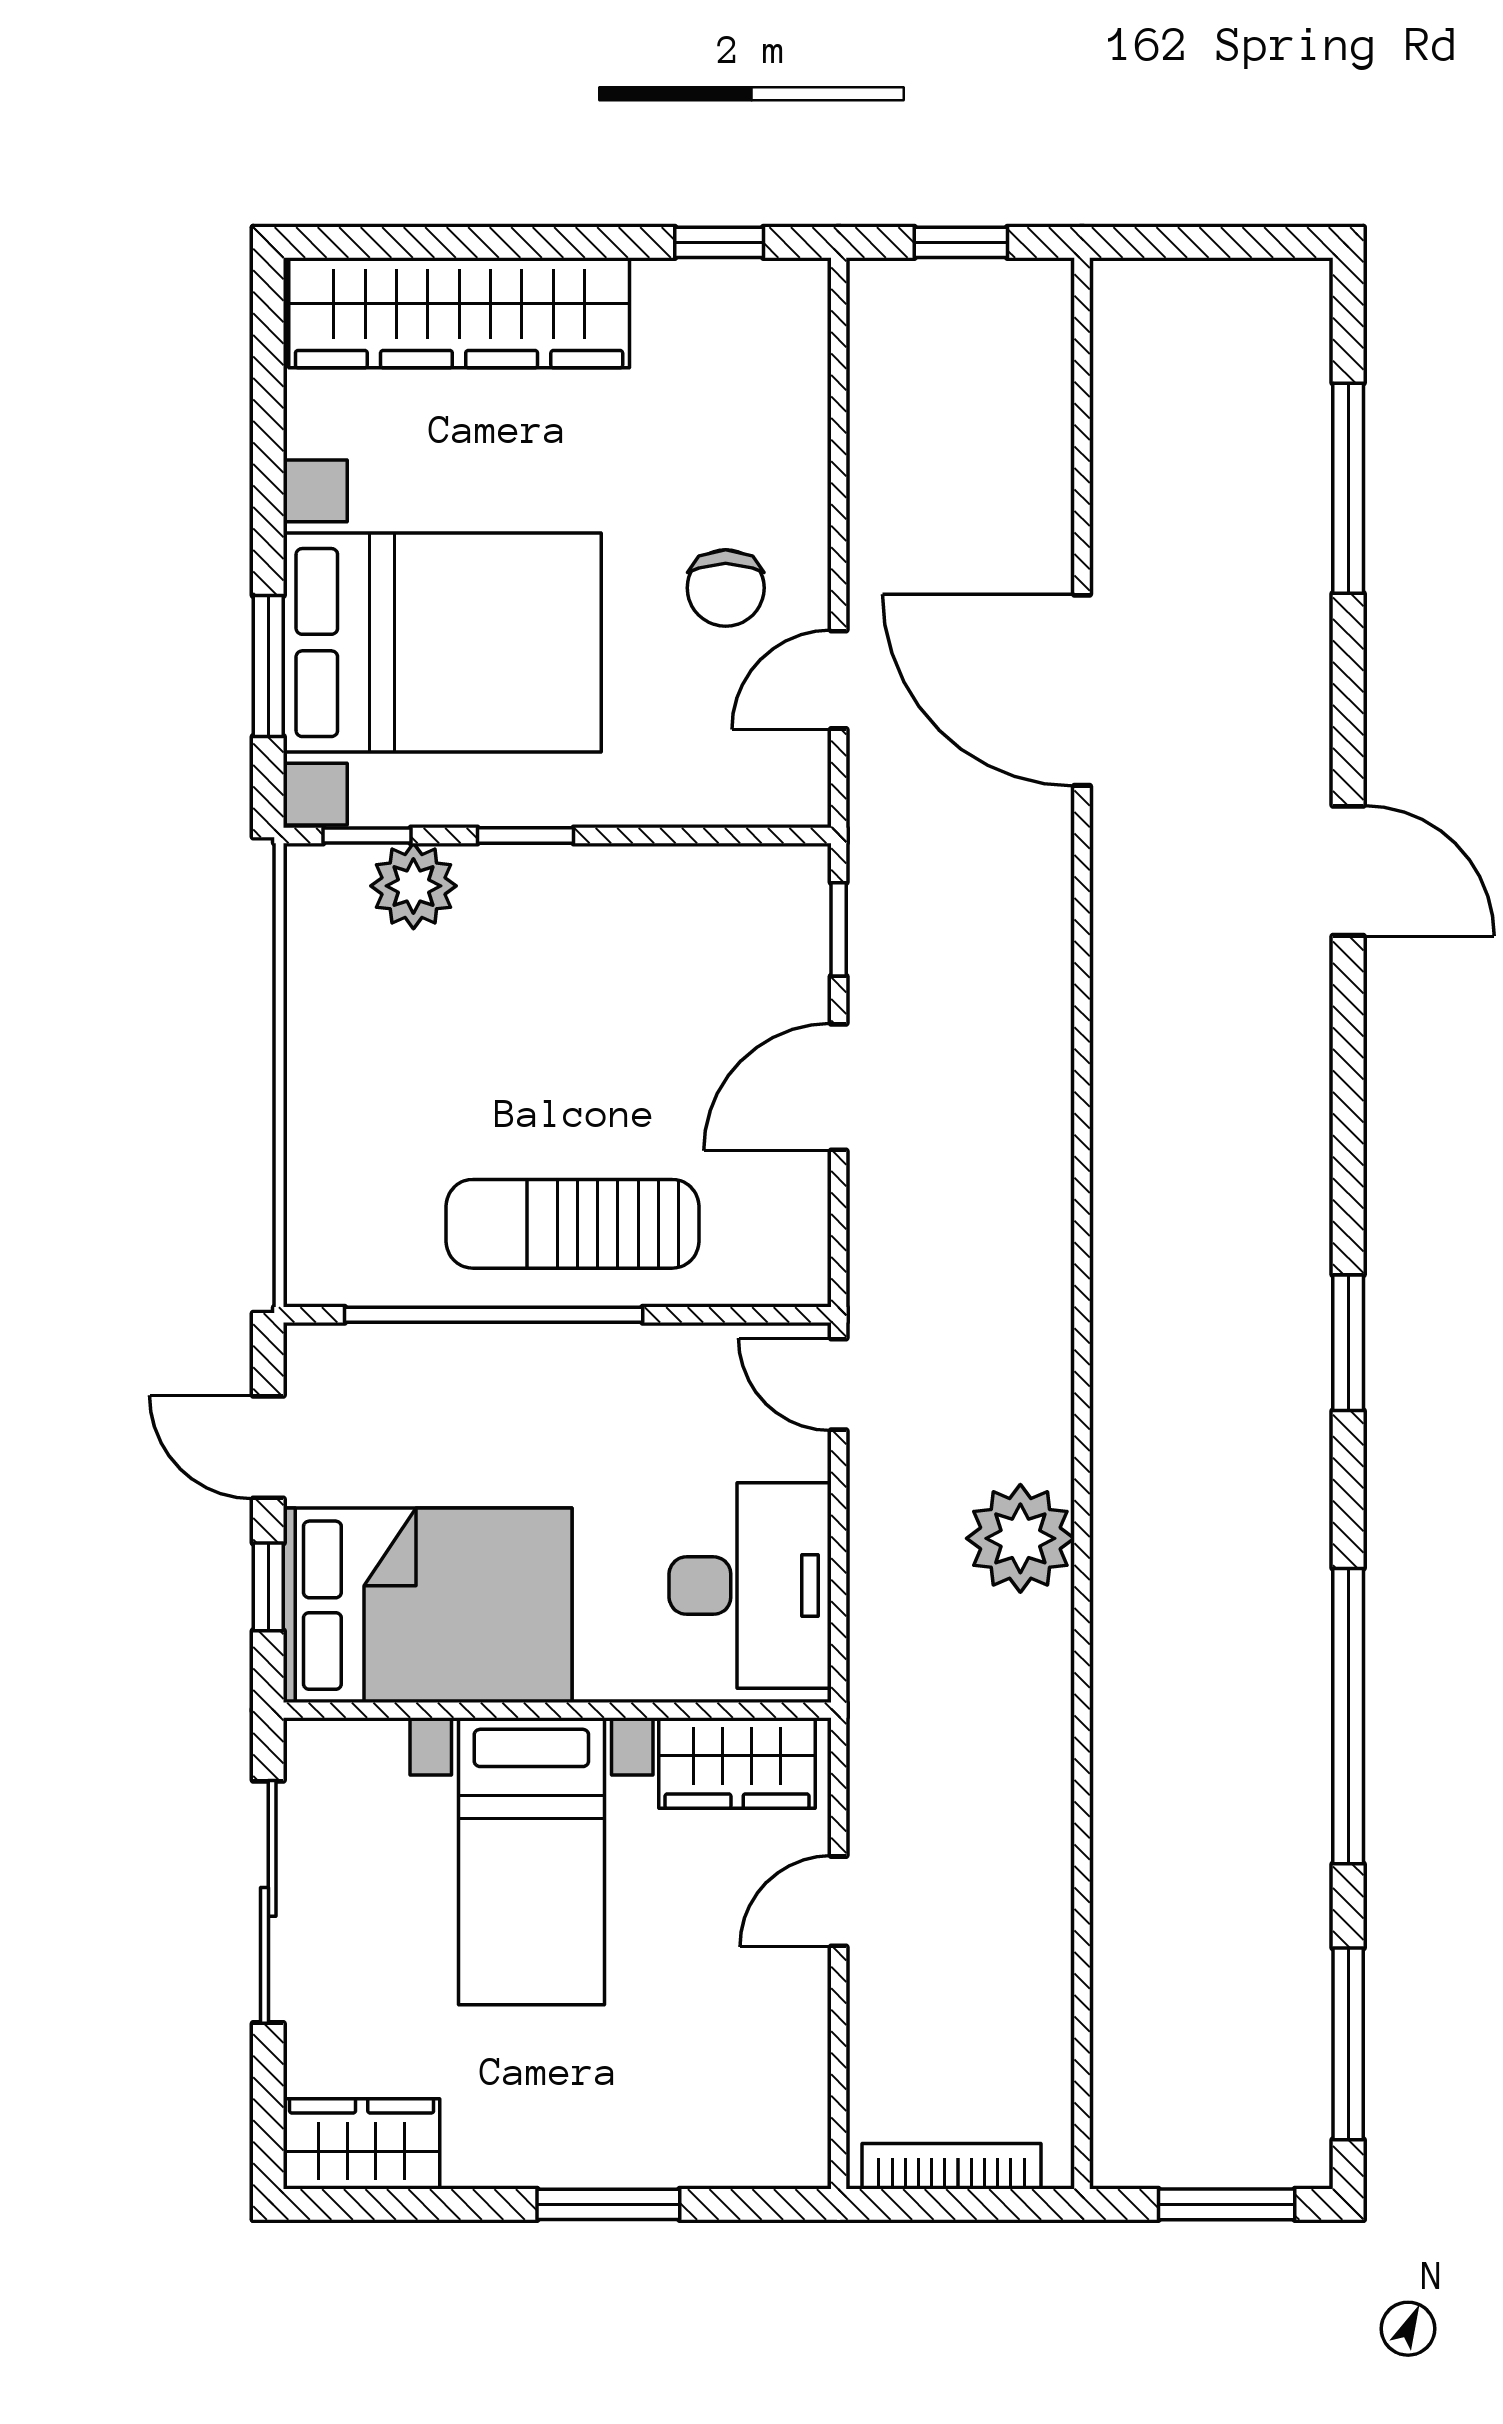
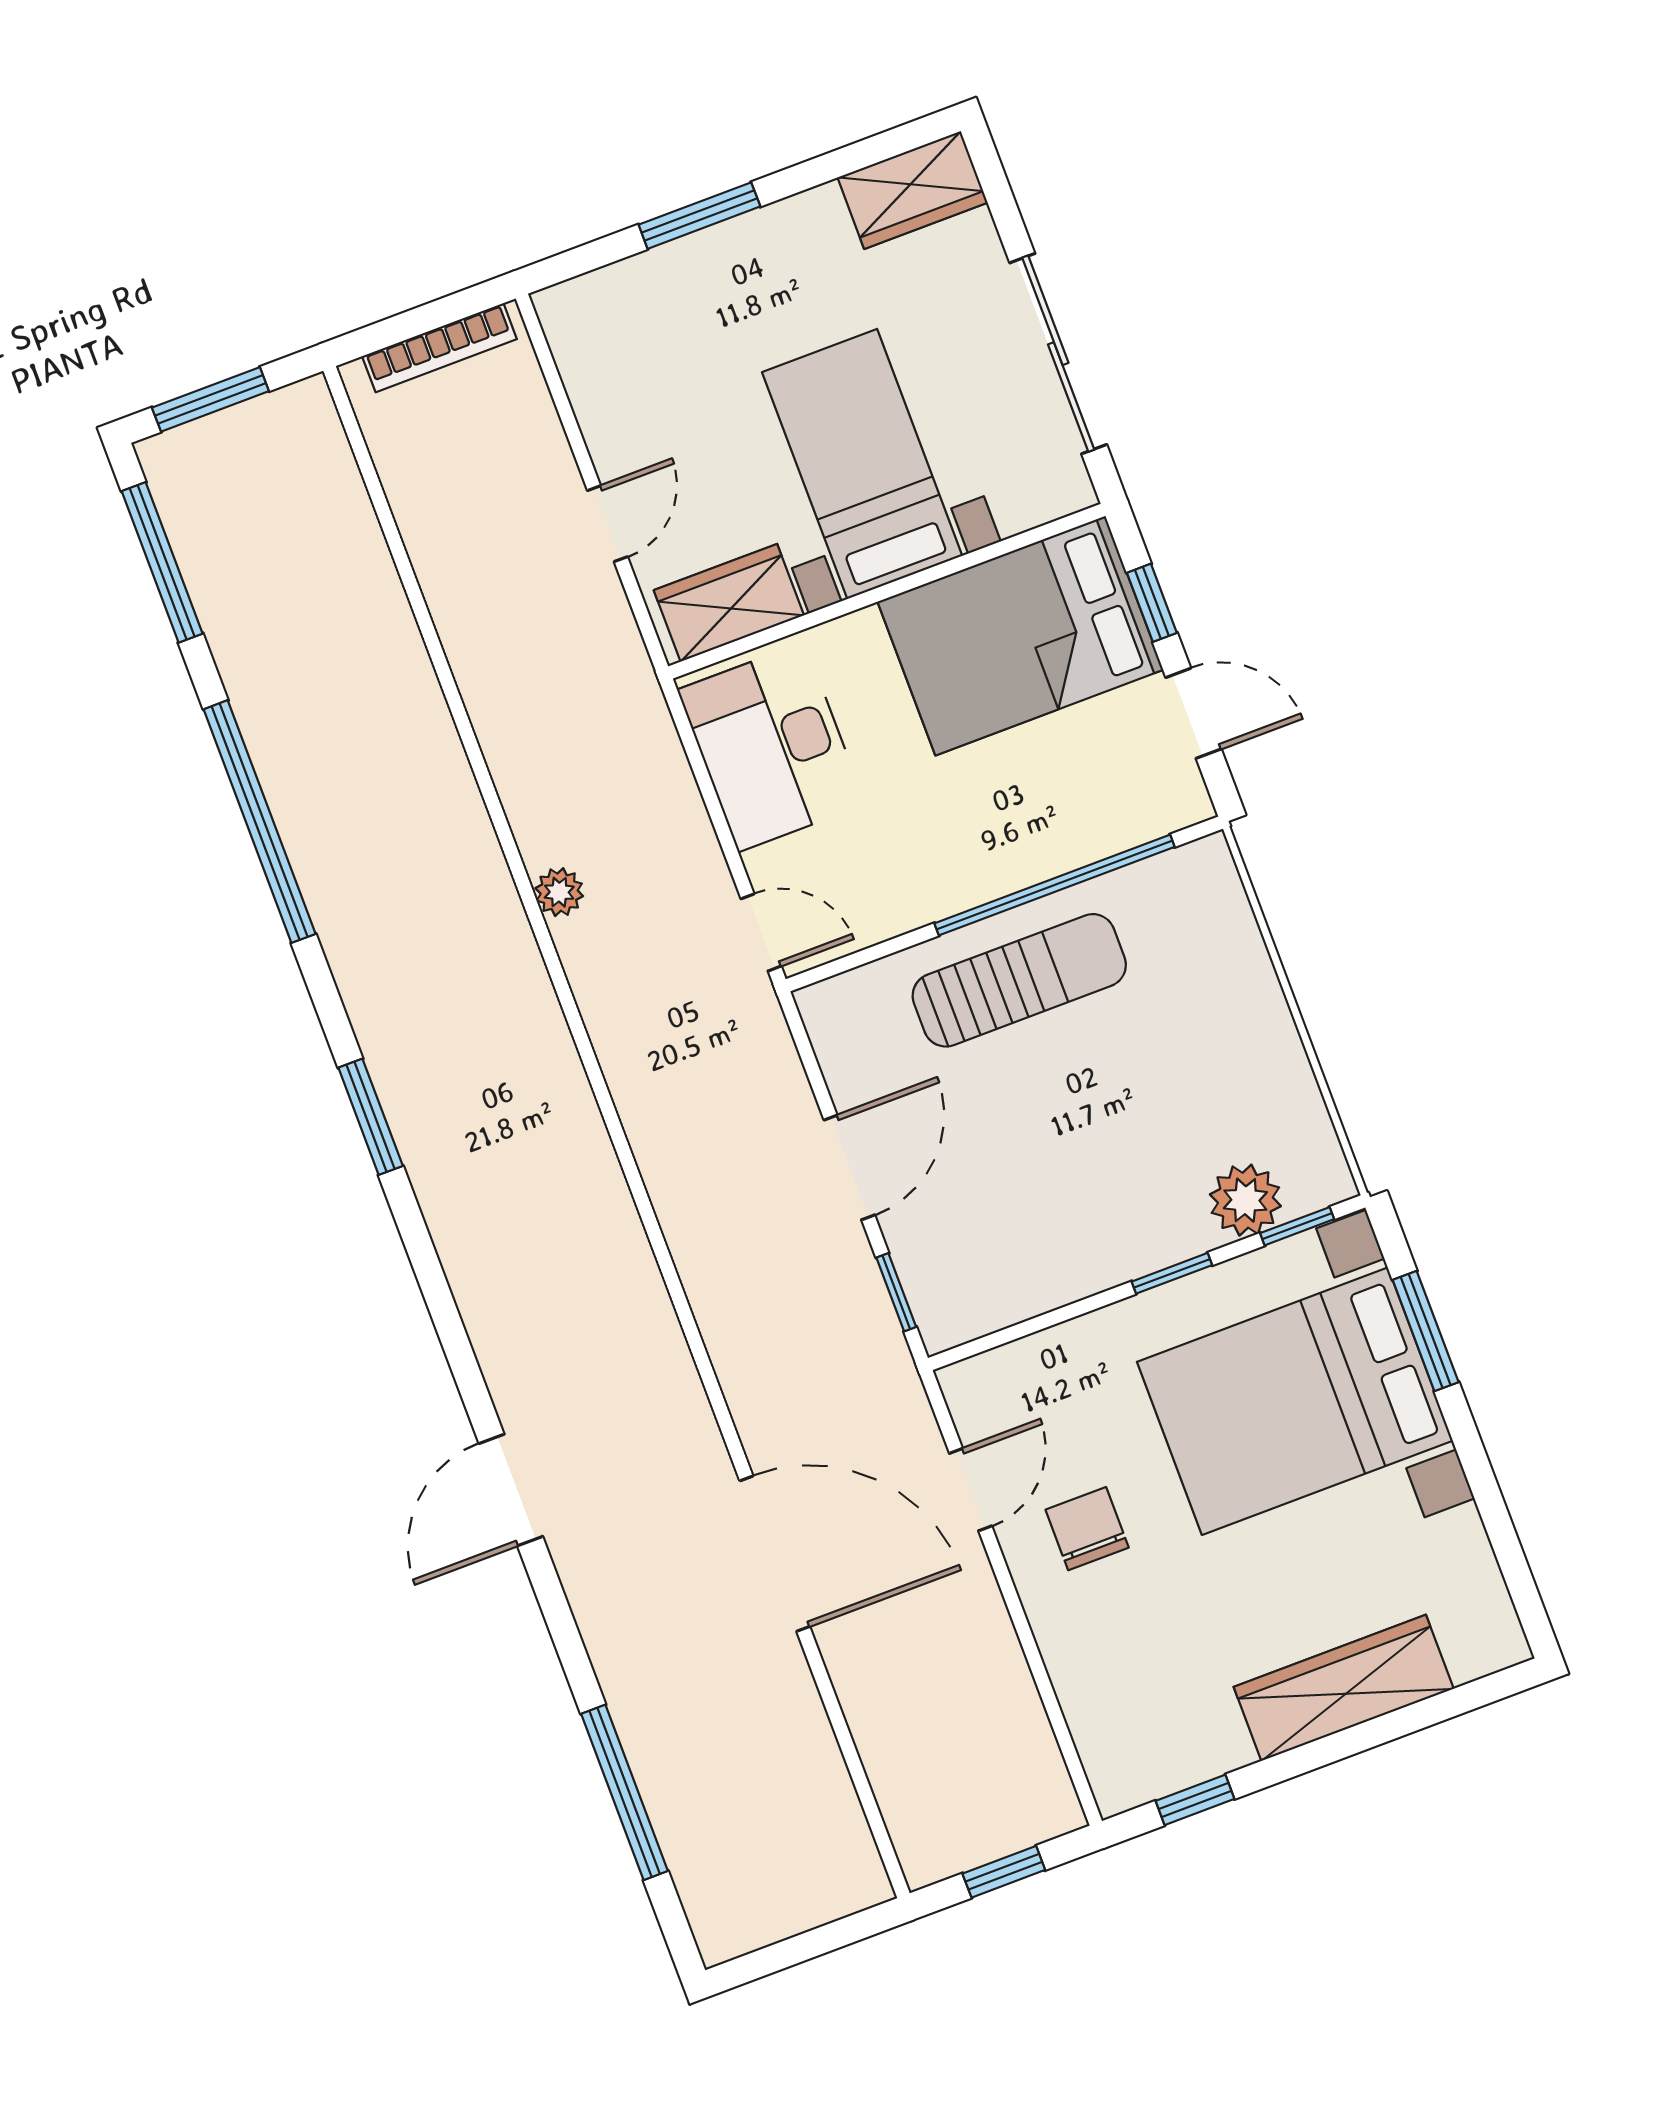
wardrobe: (459, 313) -> (1344, 1688), width x0.71, depth x0.85
door: (1348, 871) -> (511, 1490), hinge flipped
plant: (1020, 1538) -> (559, 892), width x0.53, depth x0.53

